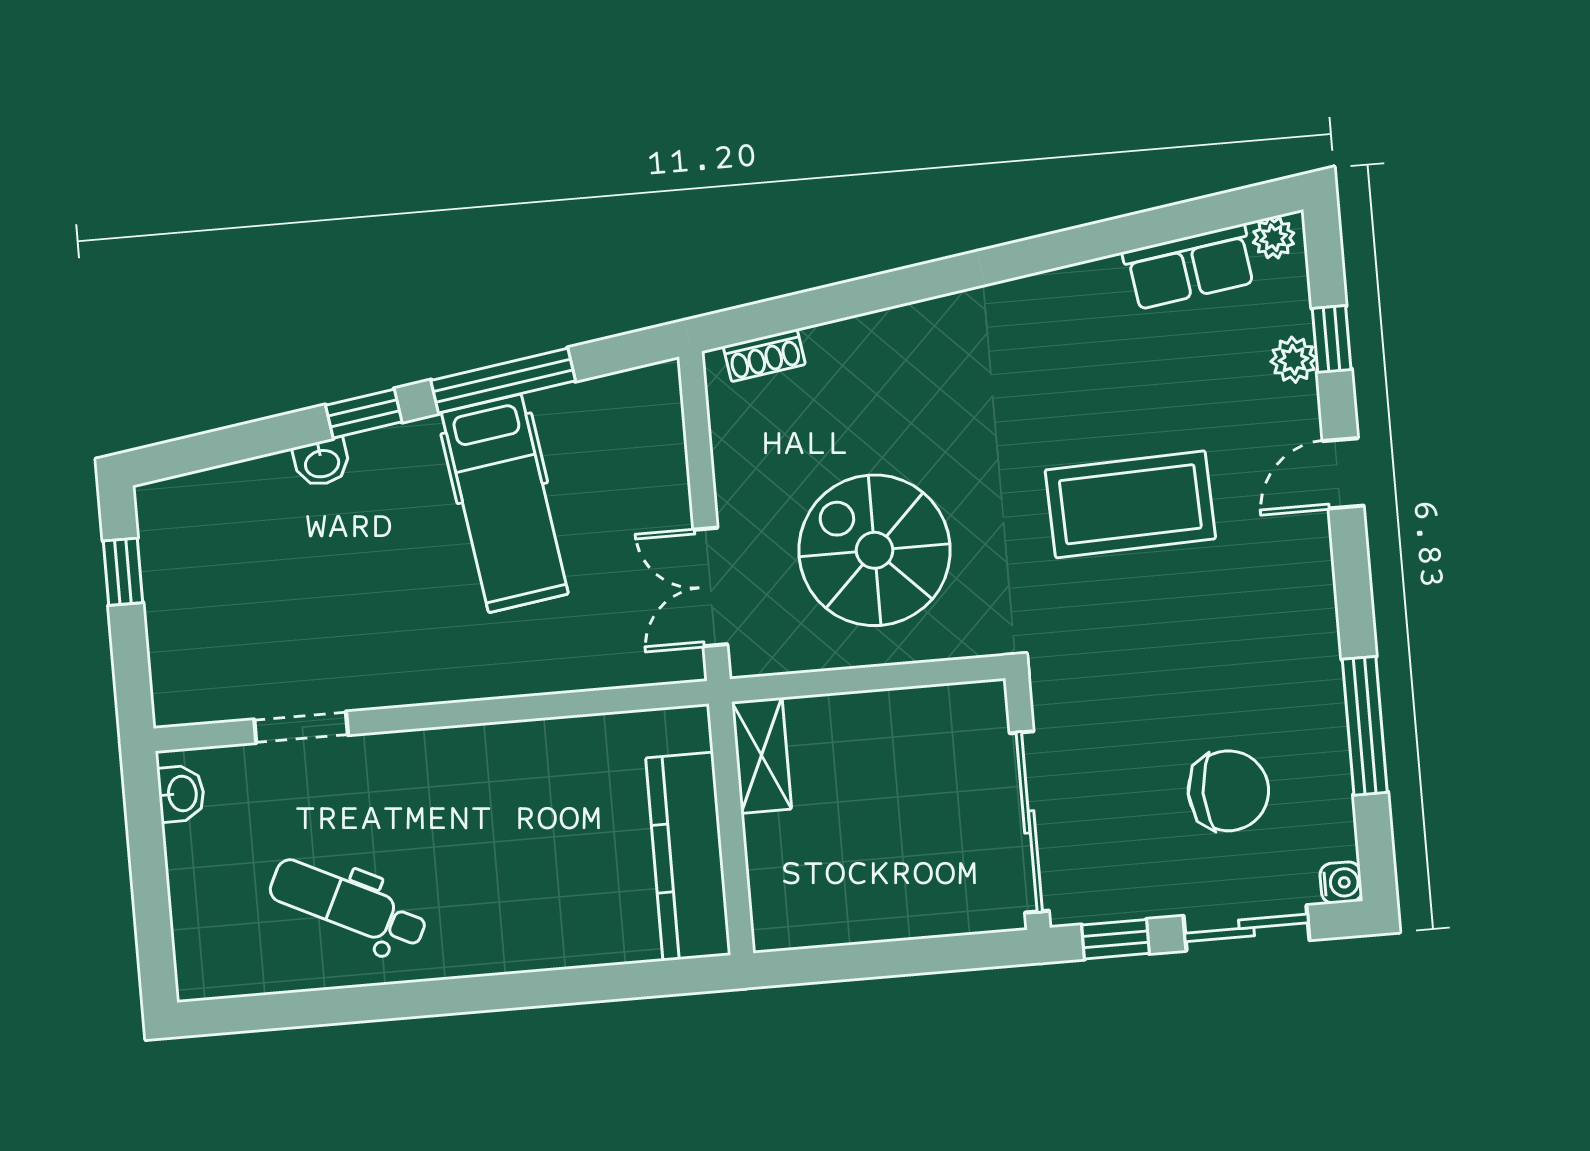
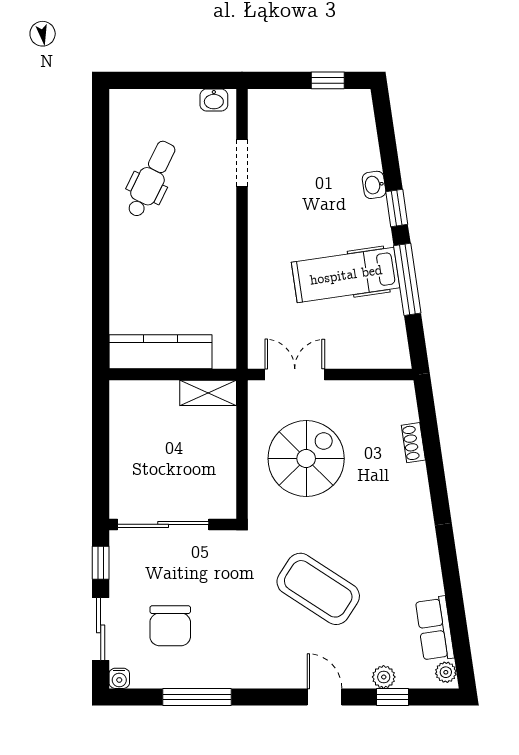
shoe rack: (764, 355) -> (413, 443), moved
coffee table: (1130, 504) -> (318, 589), turned -55

